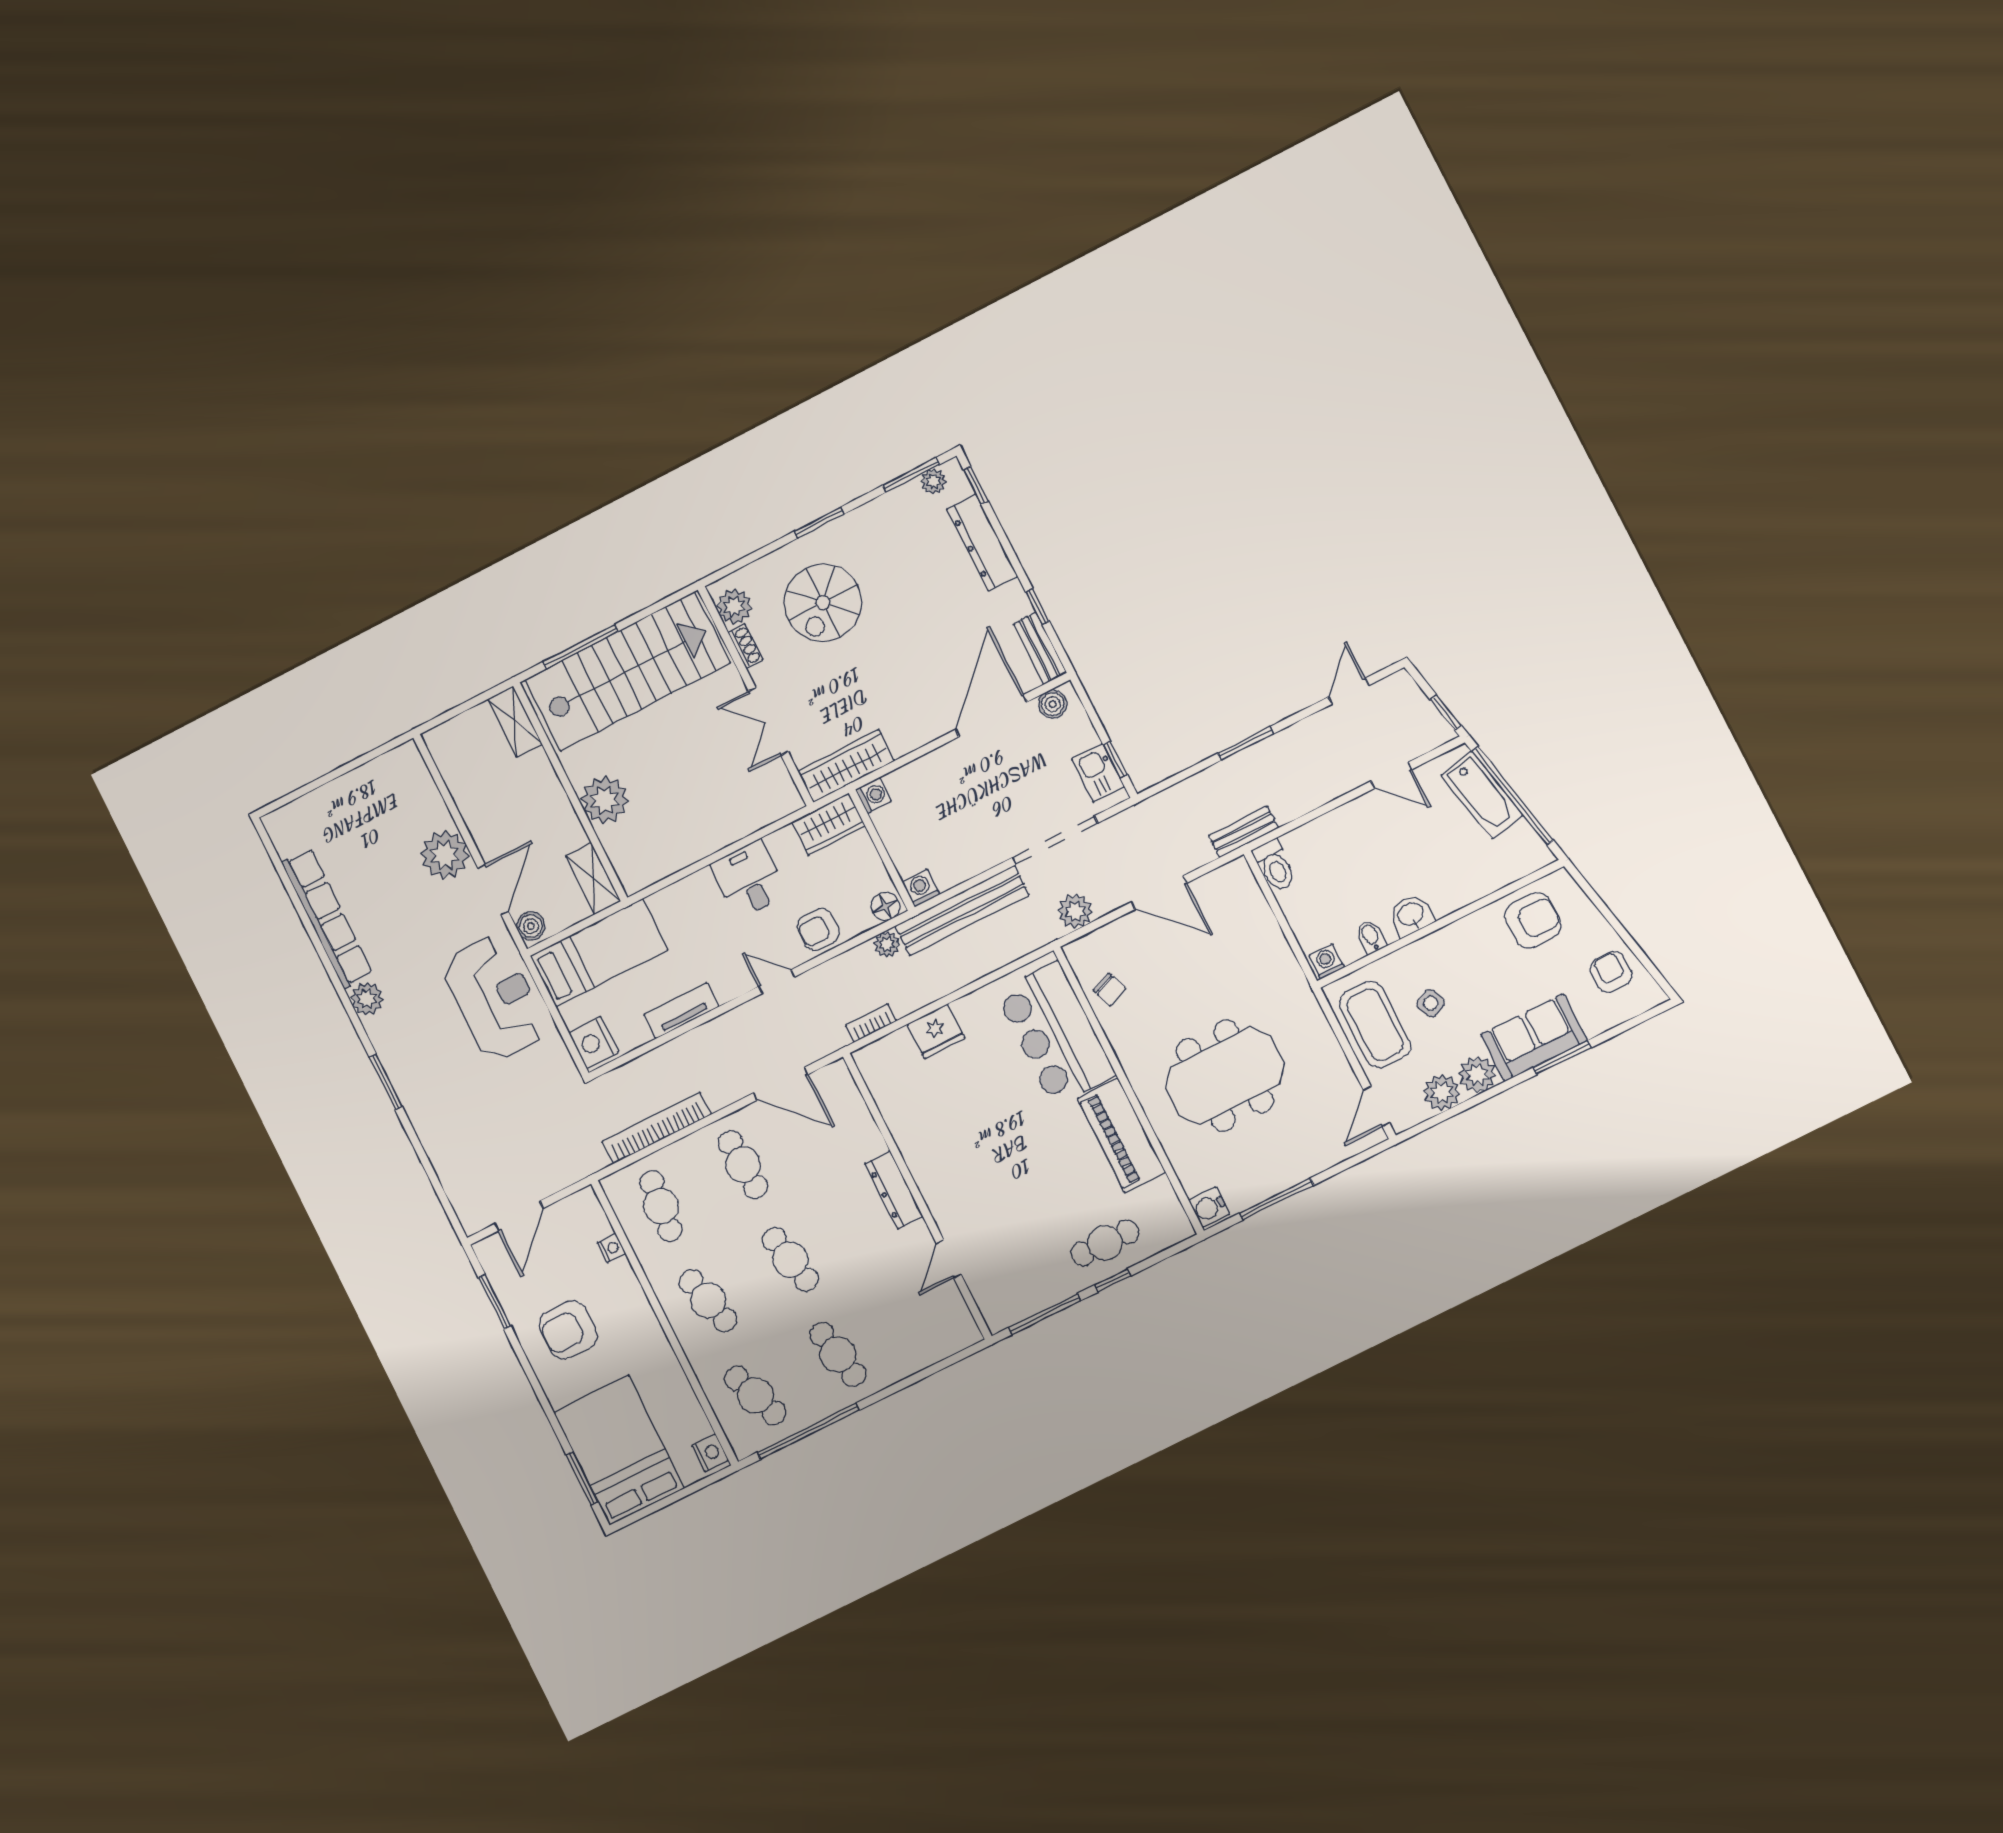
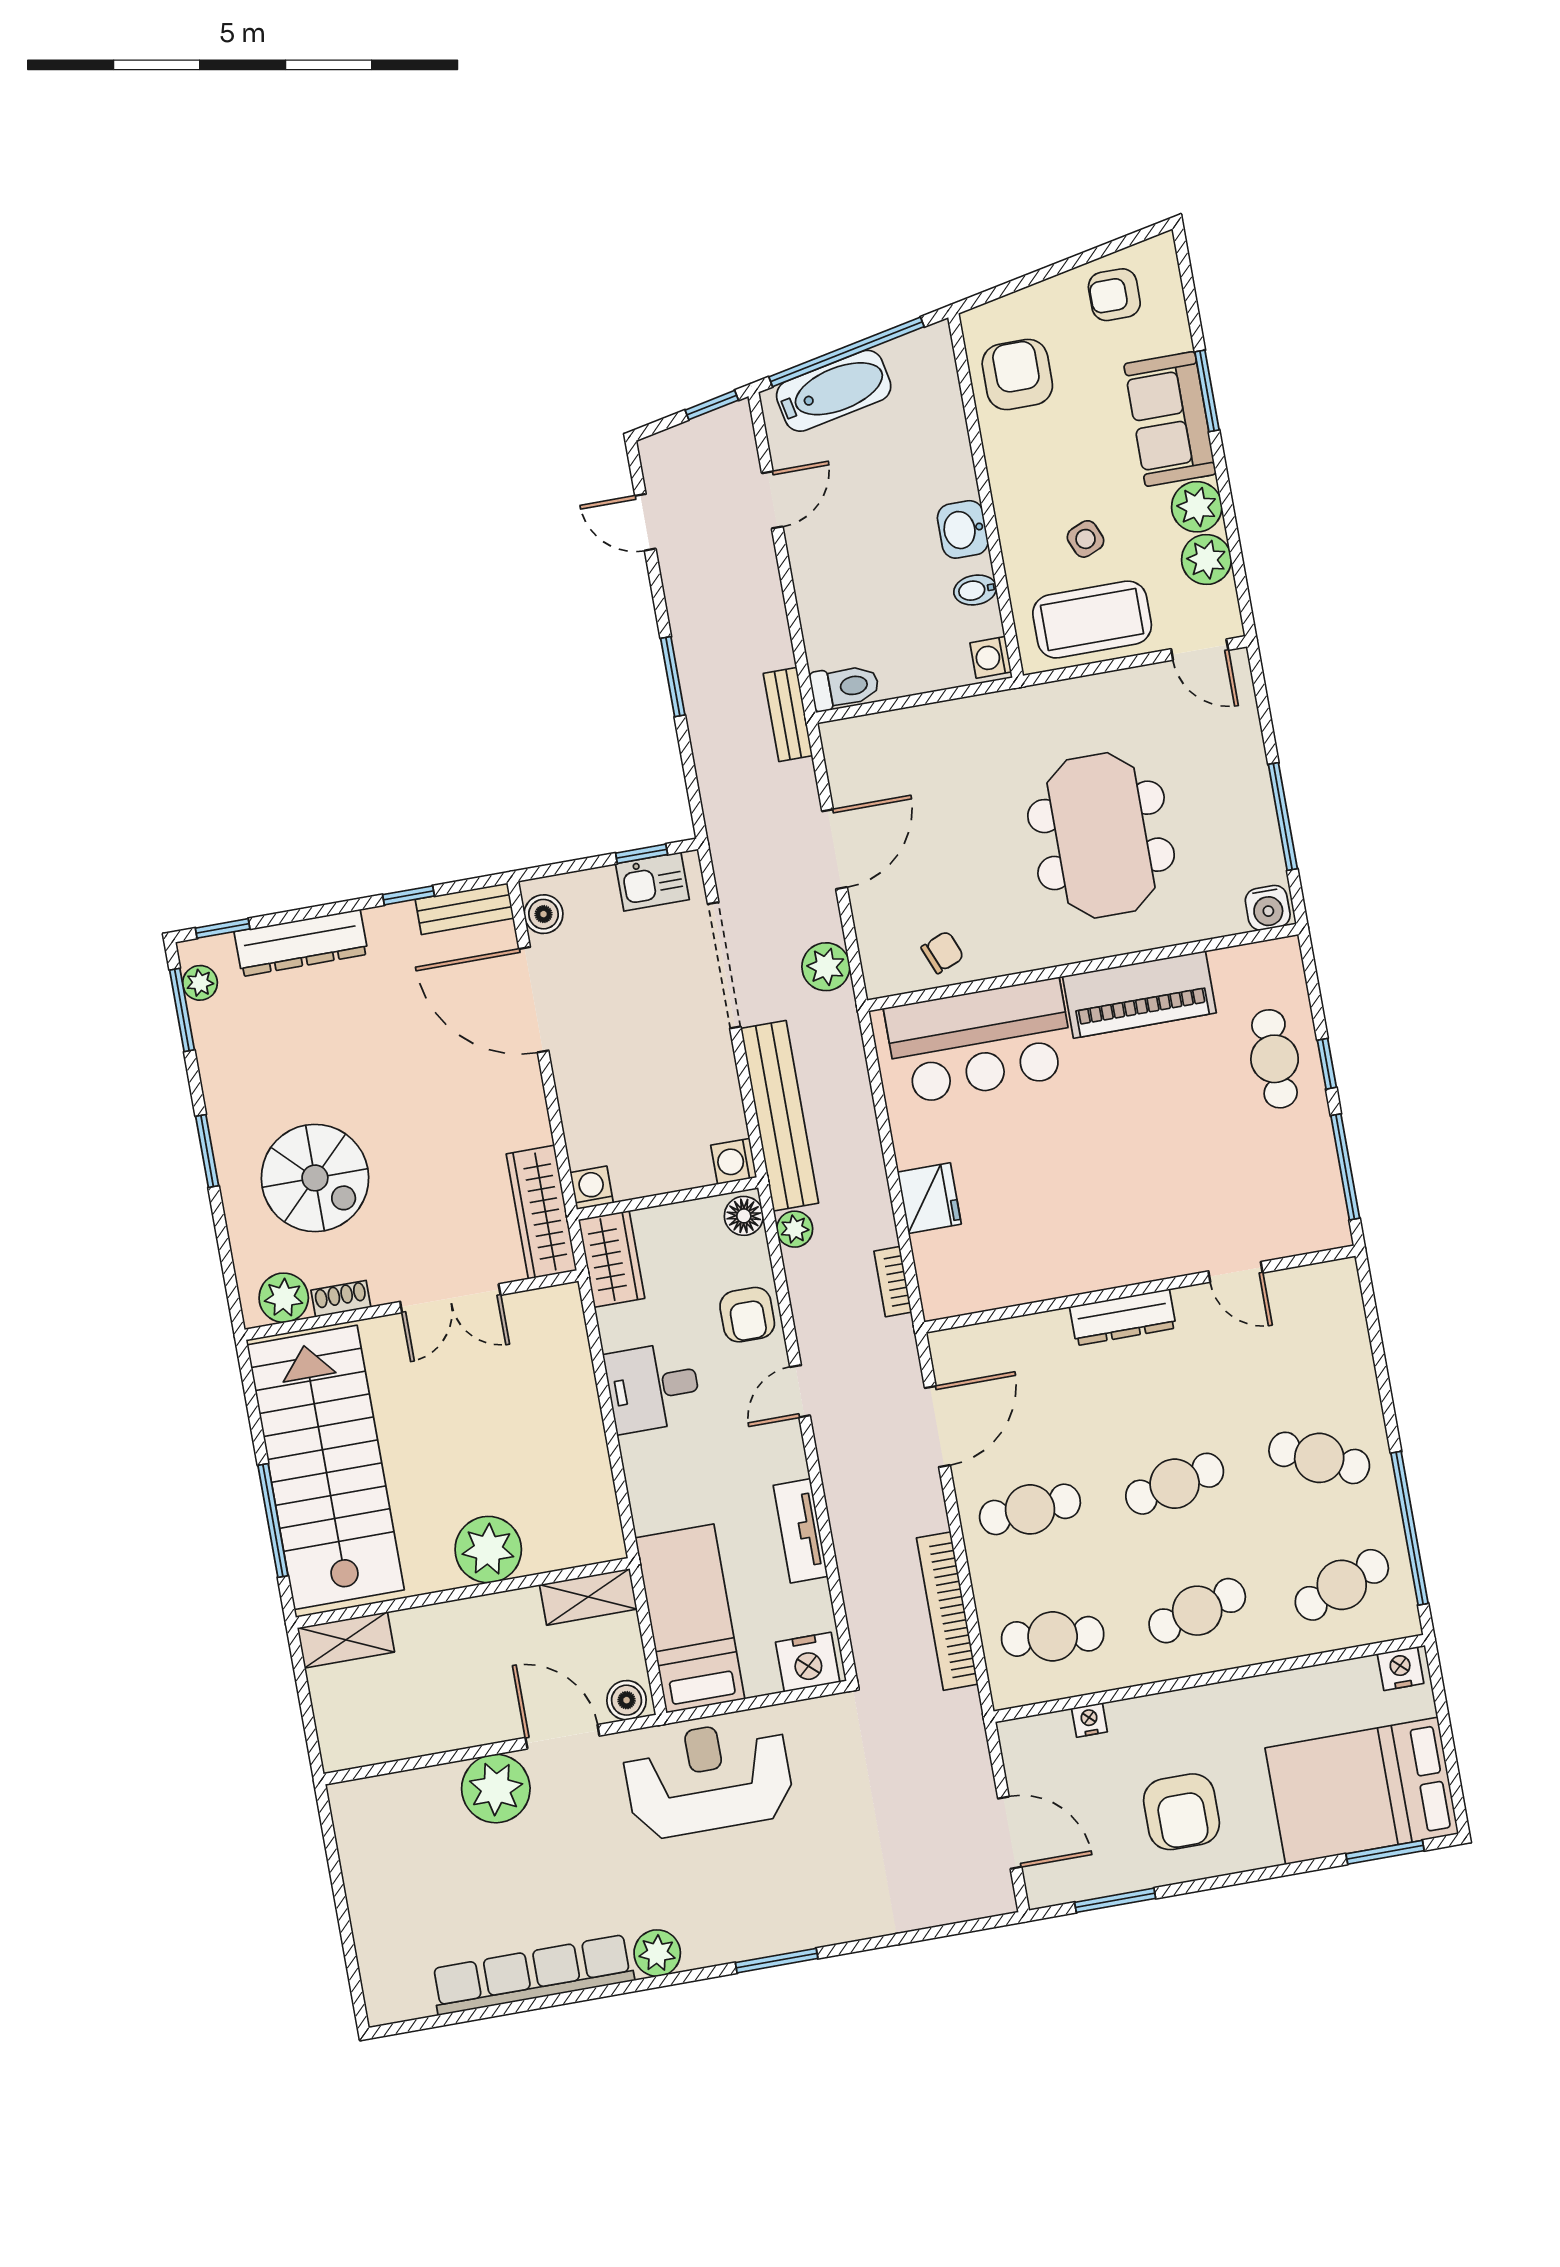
cafe table: (838, 1354) -> (1319, 1458), turned 36

